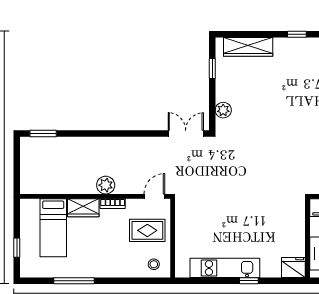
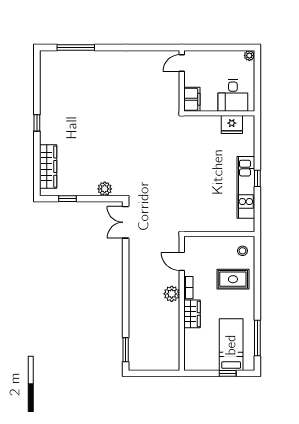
door: (154, 196) -> (182, 261), moved
bed: (53, 228) -> (231, 345), moved, turned -90
rug: (147, 230) -> (233, 279), moved, turned 90
fridge: (293, 268) -> (232, 124), moved, turned -90
window: (74, 281) -> (257, 338), moved
window: (249, 281) -> (257, 178), moved

